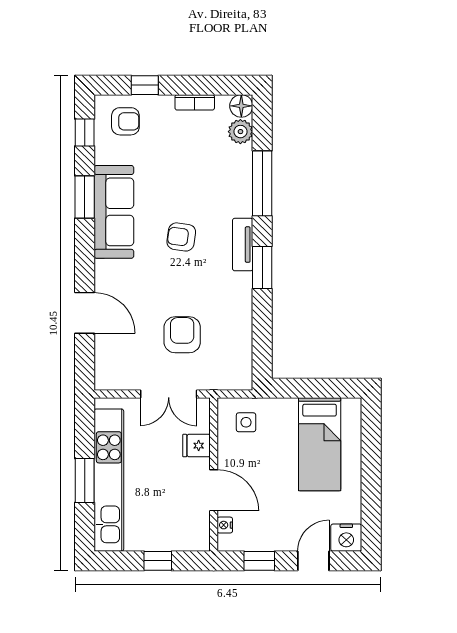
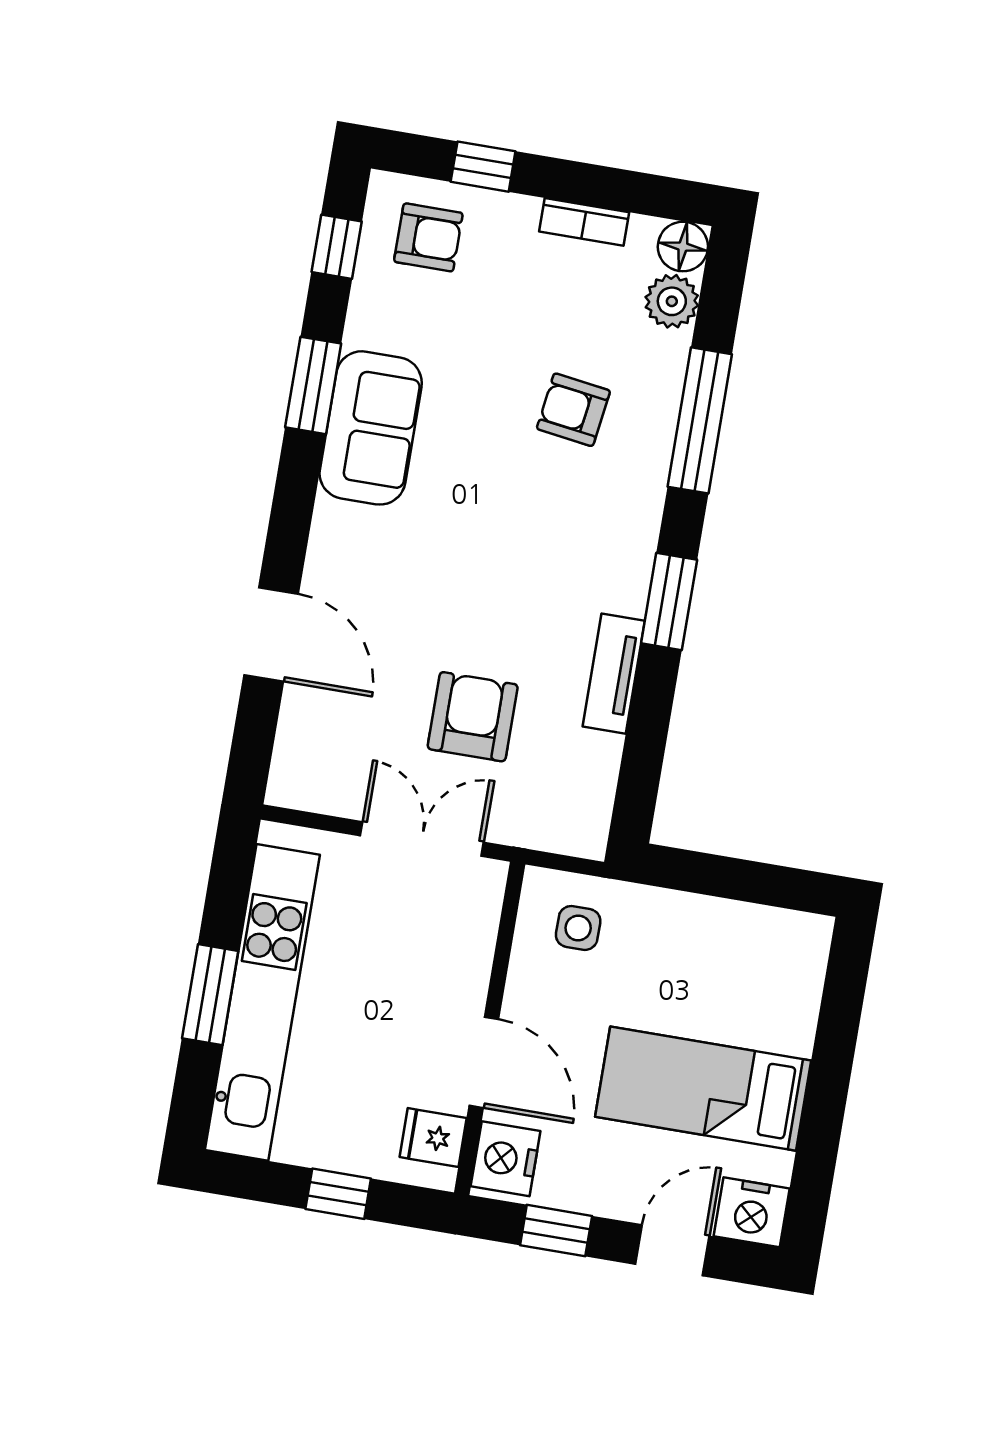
sofa: (114, 212) -> (371, 428), width x0.73
armchair: (181, 237) -> (573, 410), moved
tv unit: (243, 245) -> (614, 674), moved
double door: (169, 394) -> (422, 839), swing flipped
bed: (320, 444) -> (703, 1089), moved, turned 90
fridge: (196, 446) -> (433, 1138), moved
nightstand: (225, 525) -> (506, 1159), width x1.89, depth x1.79

